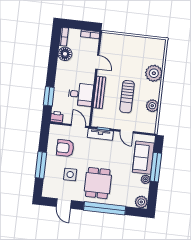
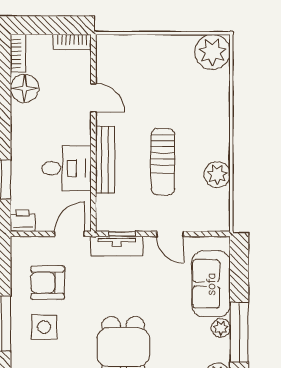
plant: (154, 73) -> (212, 52), moved
door: (78, 126) -> (70, 234), hinge flipped
window: (156, 167) -> (239, 332), moved
side table: (70, 175) -> (44, 327), moved

